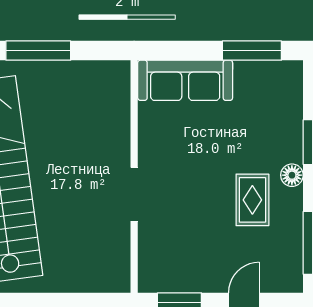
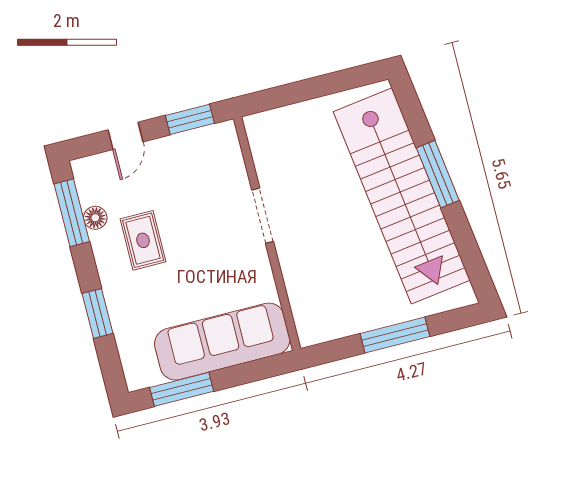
sofa: (185, 80) -> (222, 342), width x1.36, depth x1.27
floor lamp: (292, 175) -> (95, 218), moved

